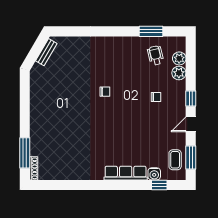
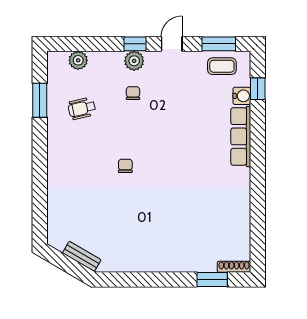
bench: (46, 52) -> (82, 256), moved
wheelchair: (156, 55) -> (82, 108), moved
plant: (179, 73) -> (134, 61), moved
door: (191, 124) -> (172, 44), swing flipped
window: (25, 153) -> (212, 279), width x0.69

